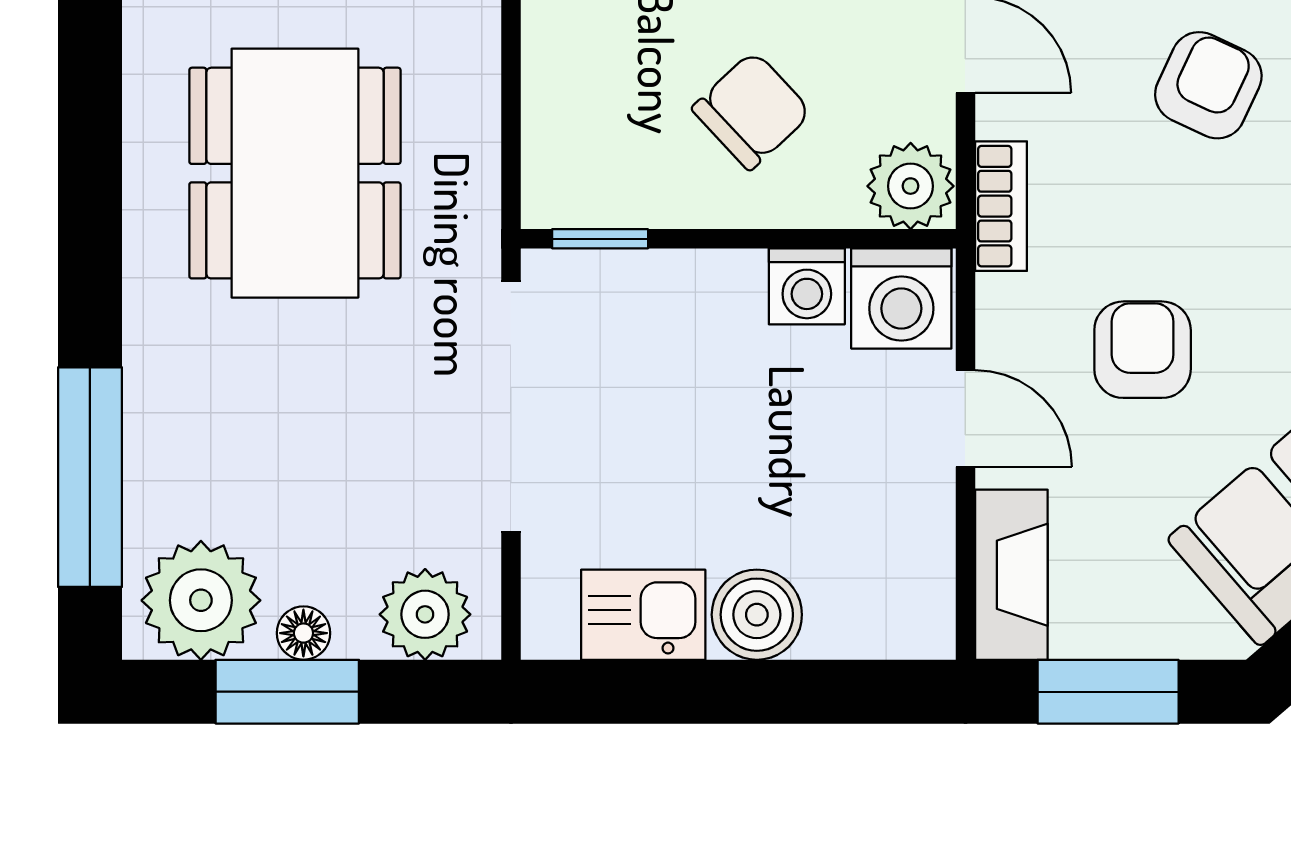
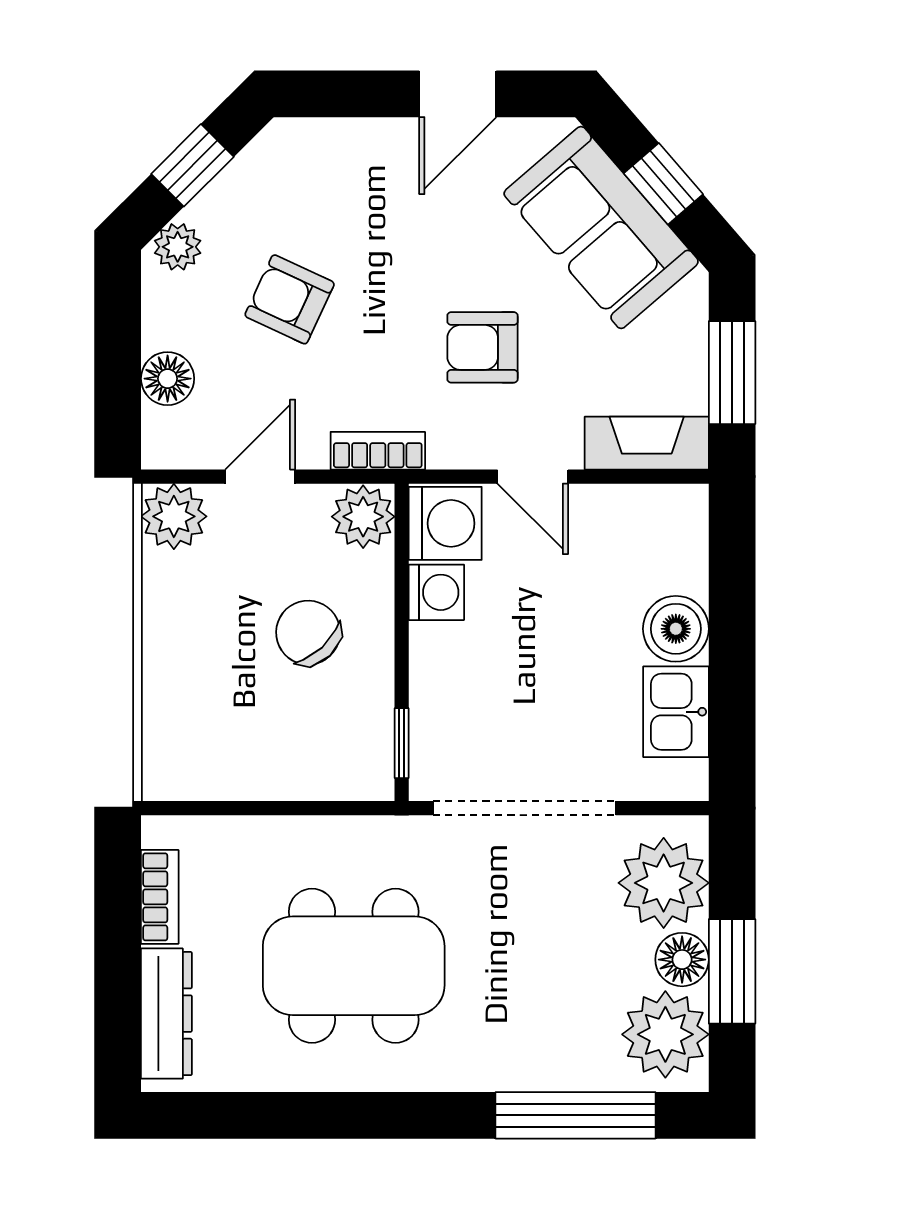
door: (965, 419) -> (533, 477), swing flipped
plant: (425, 614) -> (664, 883), width x1.36, depth x1.36
floor lamp: (303, 633) -> (682, 960), width x1.37, depth x1.37

